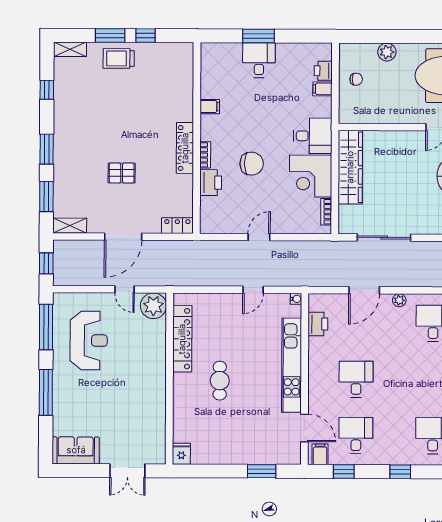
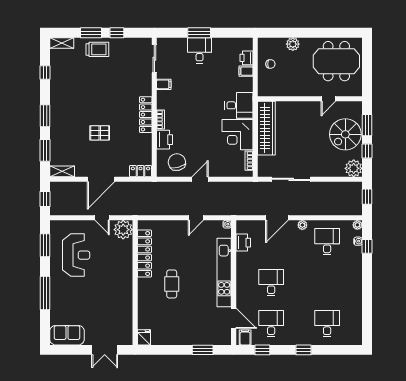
trolley: (119, 58) -> (97, 49), turned 180
sliding door: (197, 71) -> (154, 59), added
chair: (252, 164) -> (177, 162), moved, turned -104
window: (46, 327) -> (45, 245), width x0.69

